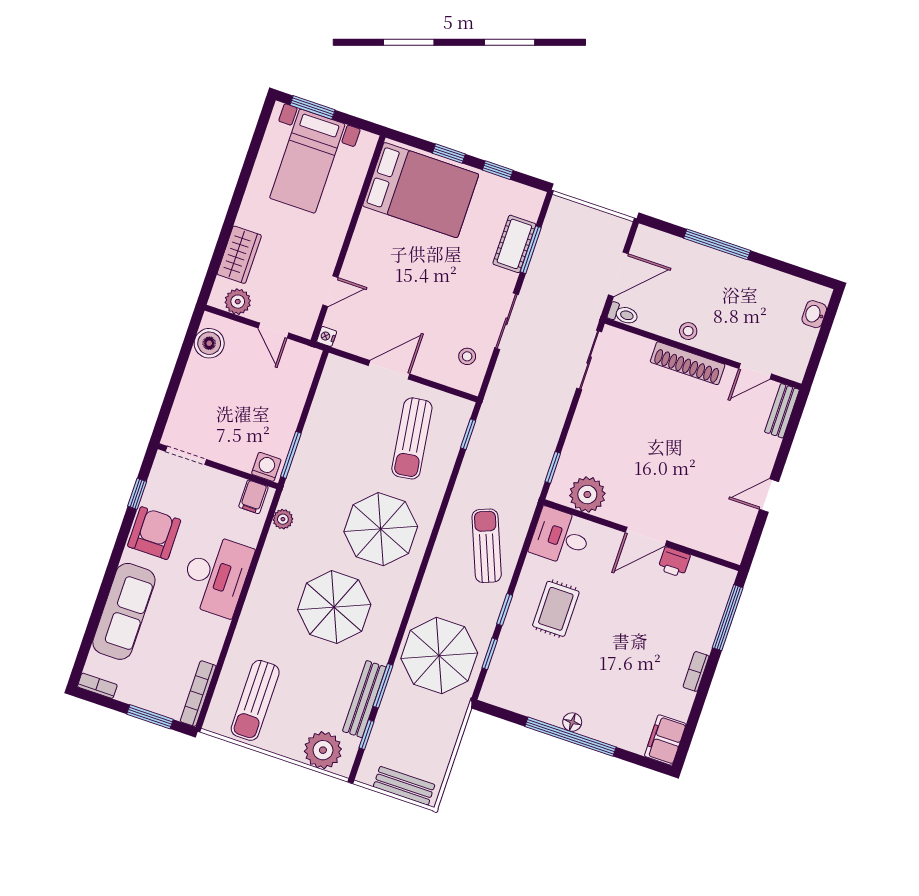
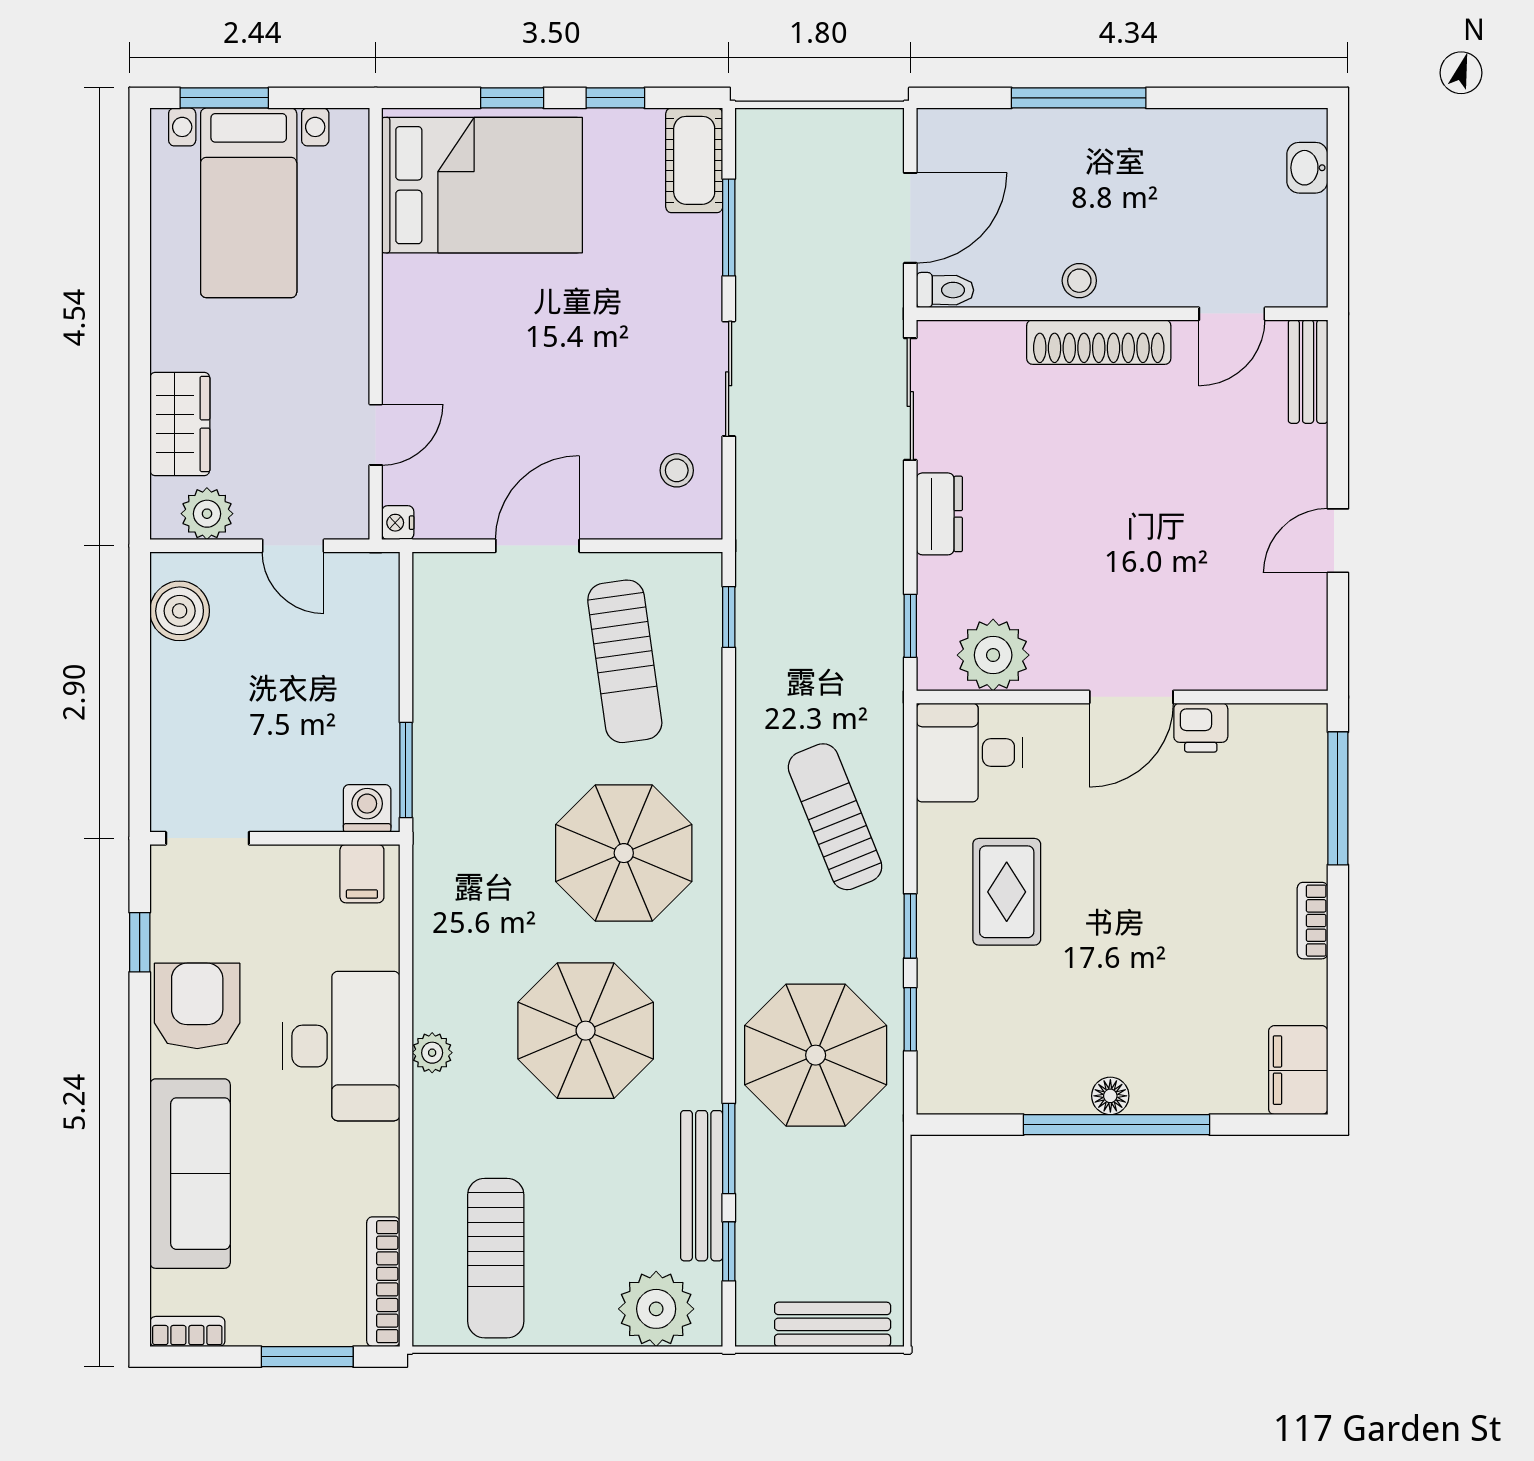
cot: (514, 244) -> (694, 160), moved
dresser: (584, 419) -> (939, 514), added
plant: (283, 519) -> (432, 1053), moved

